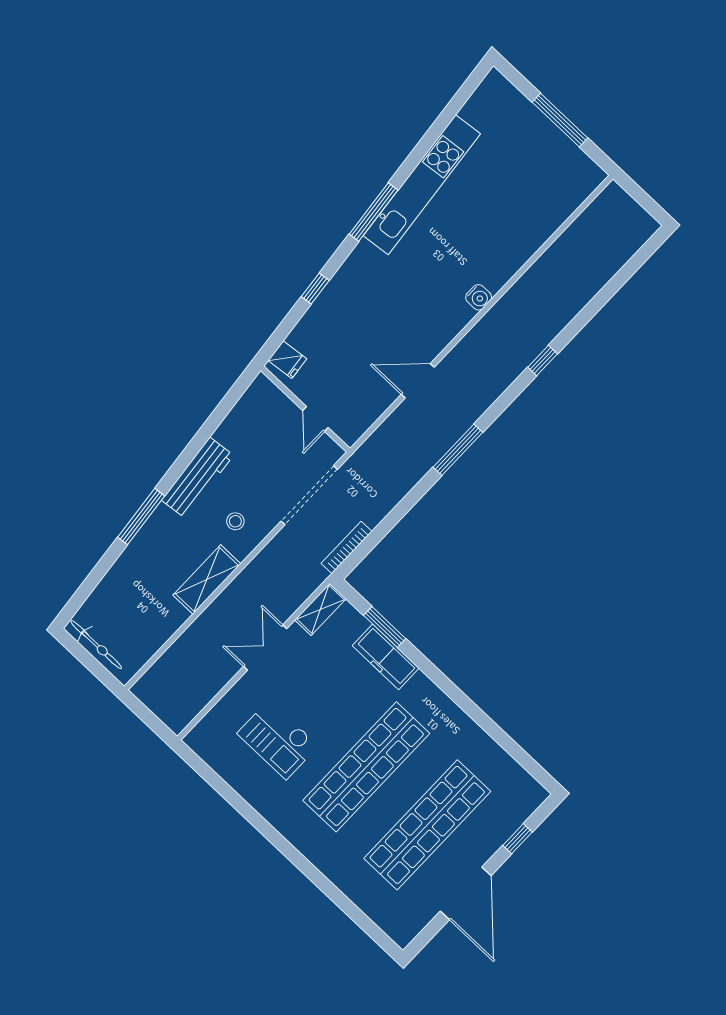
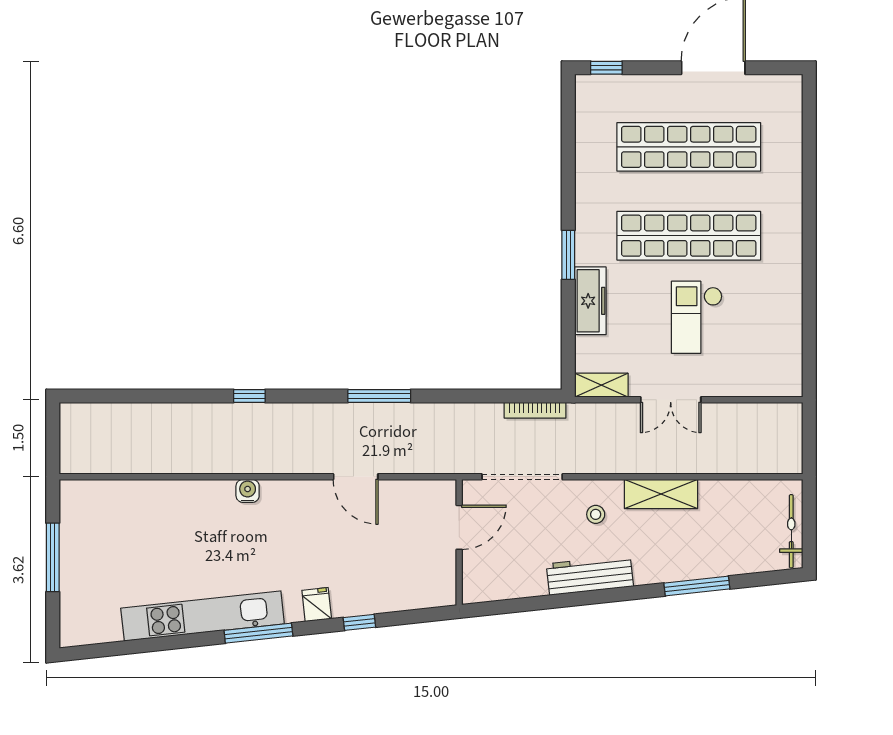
fridge: (287, 360) -> (317, 605), moved
door: (315, 419) -> (459, 527), width x1.38
window: (141, 517) -> (697, 586), moved
window: (385, 627) -> (568, 255), moved
checkout: (278, 740) -> (697, 317), moved, turned 180
window: (518, 839) -> (606, 68), moved

